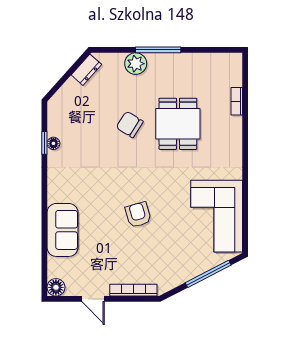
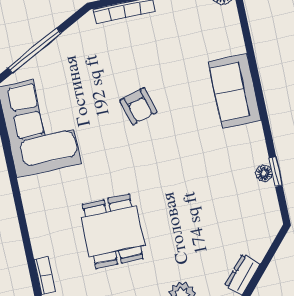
chair: (130, 124) -> (173, 218), removed
sofa: (63, 230) -> (235, 91), moved

